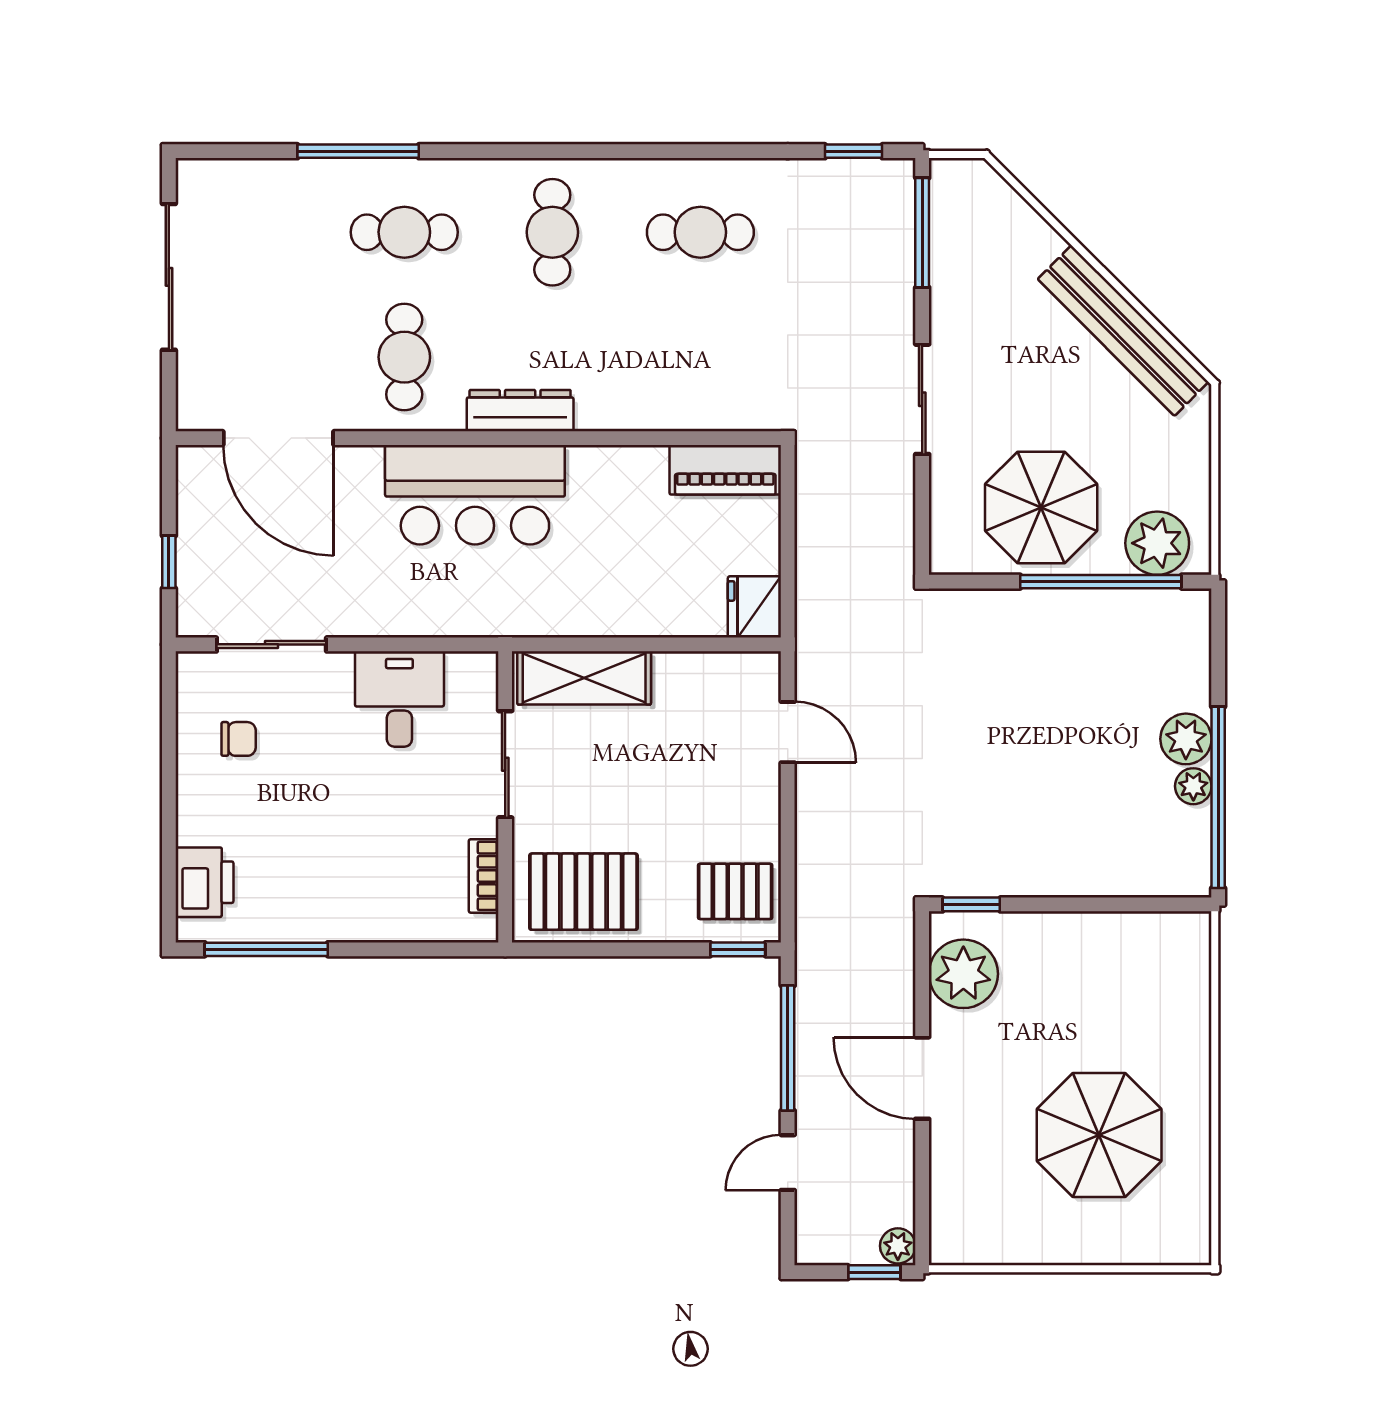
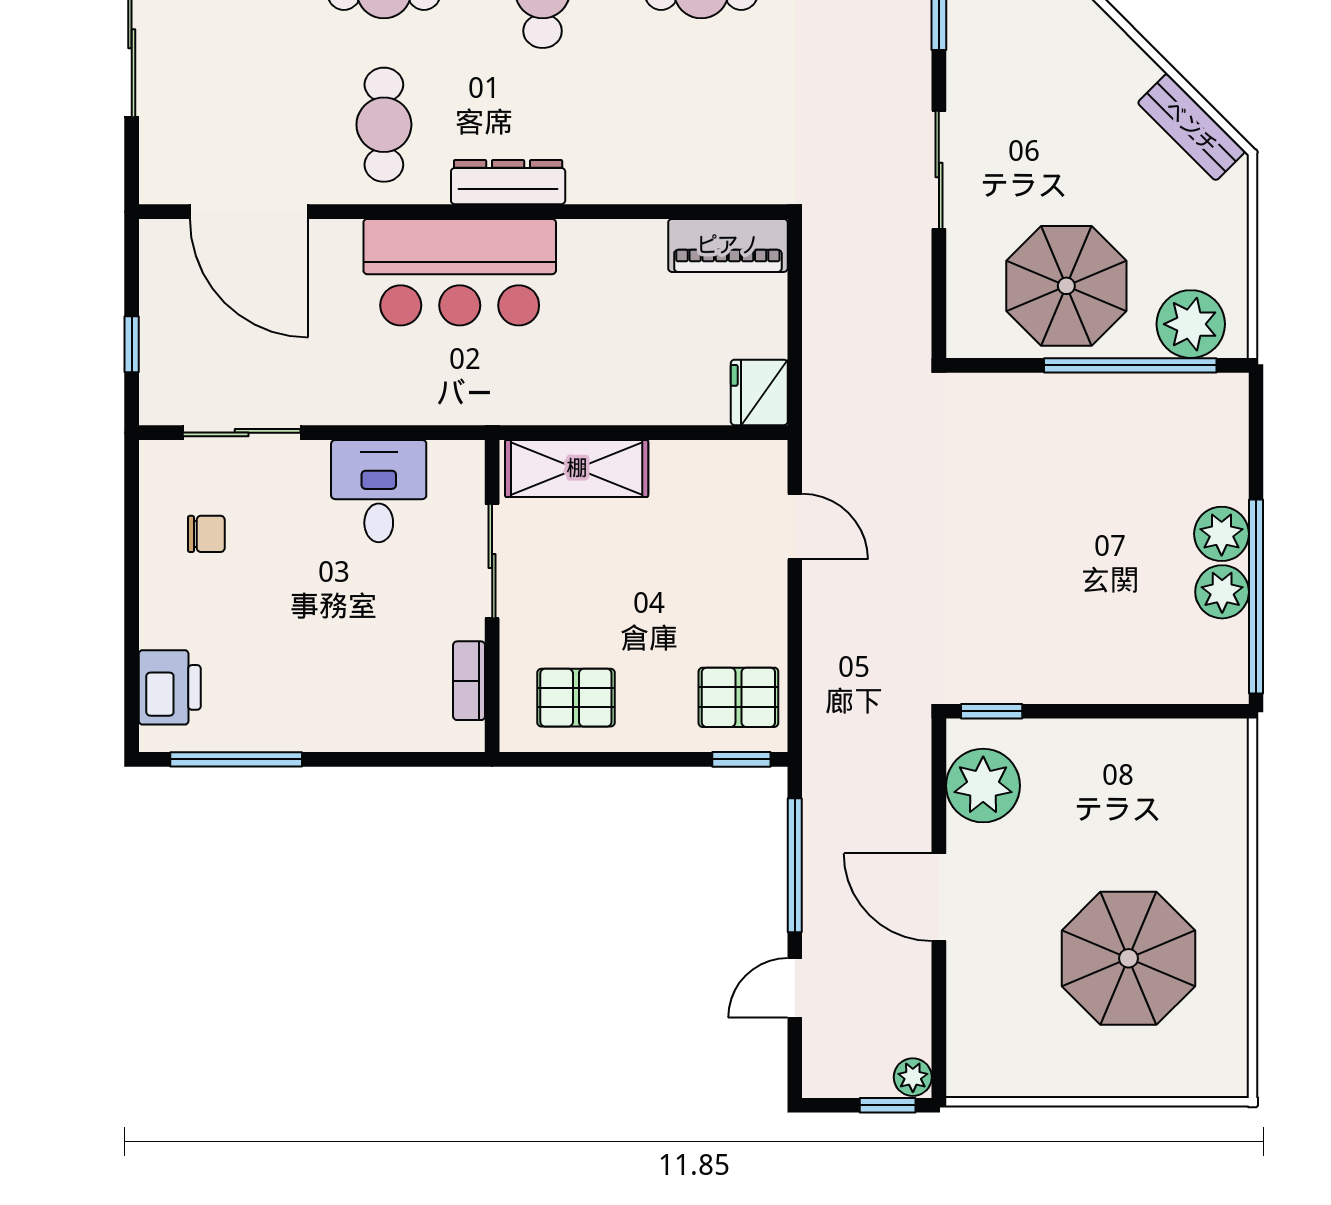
bench: (1123, 331) -> (1191, 127), width x0.54, depth x0.82
plant: (1193, 786) -> (1222, 592), width x1.38, depth x1.38
pallet: (583, 892) -> (576, 698), width x0.67, depth x0.71

